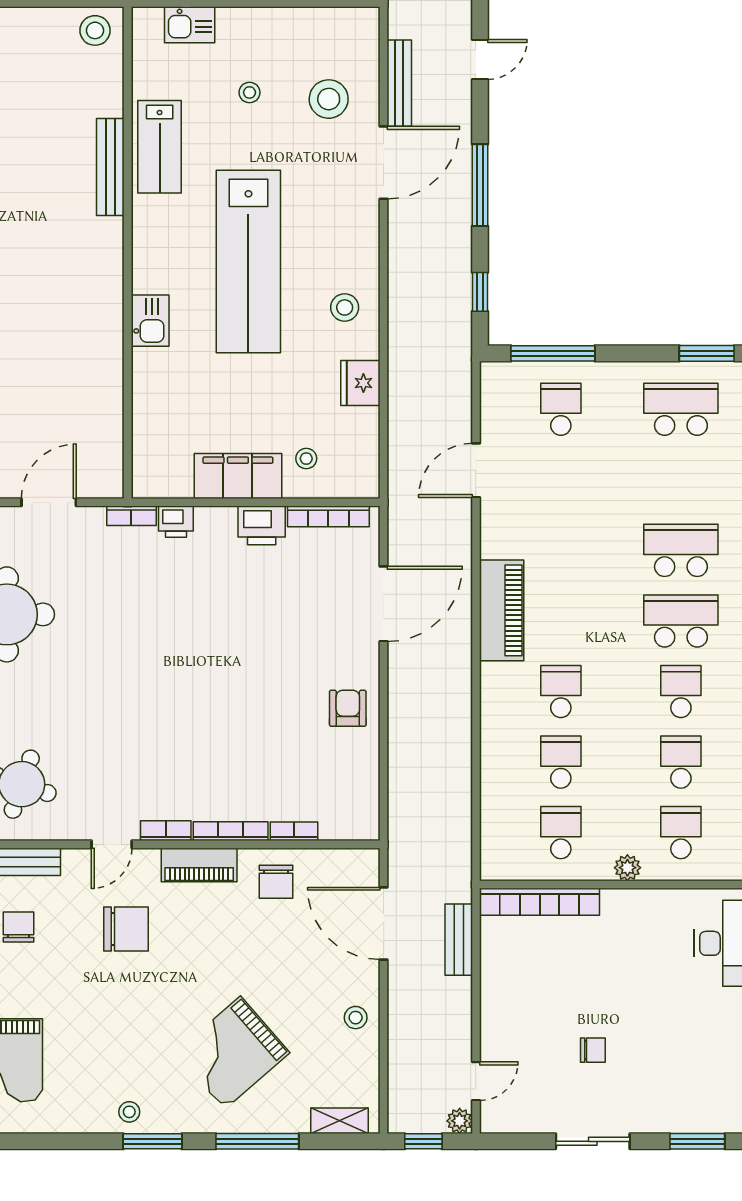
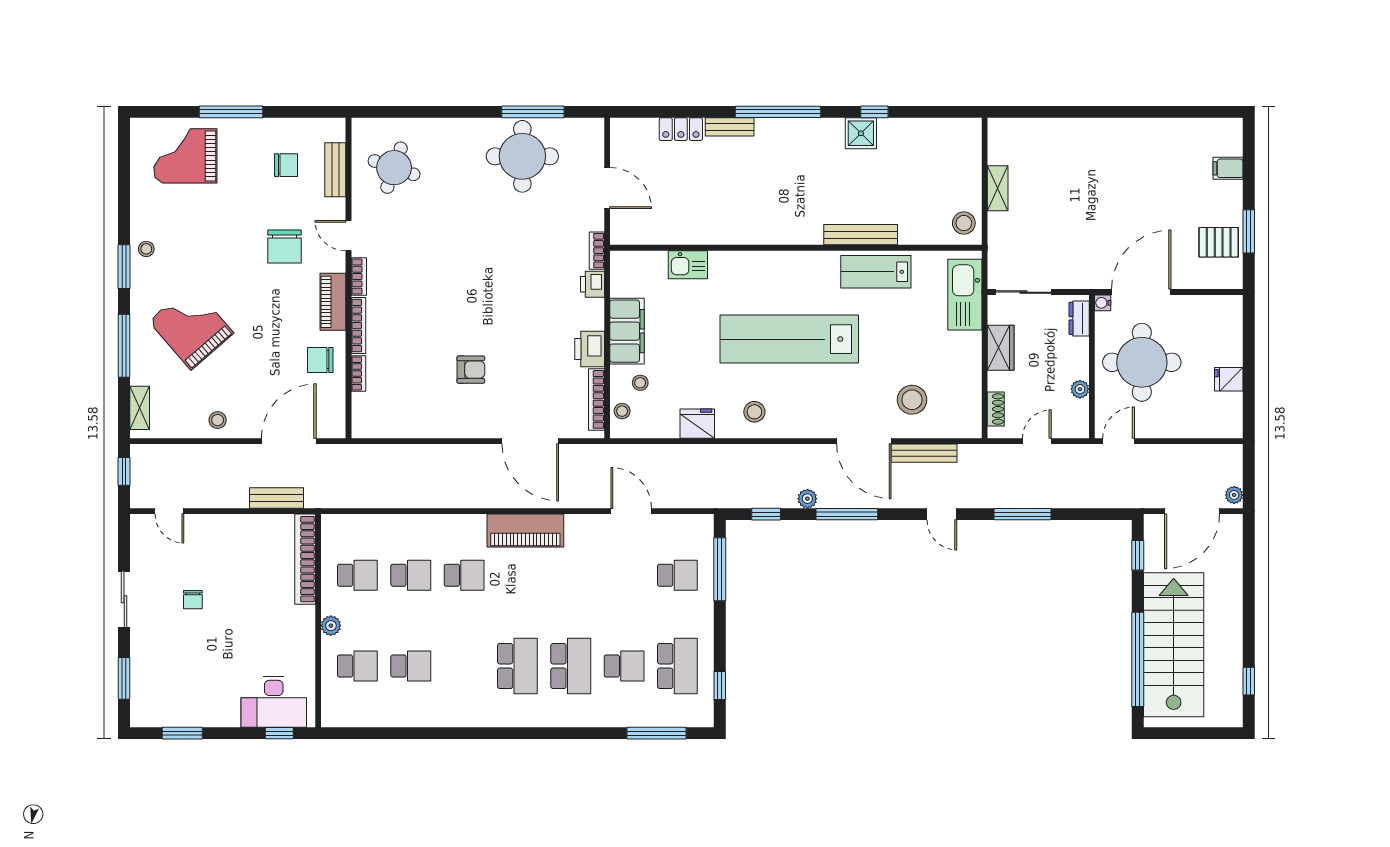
kitchen sink: (190, 25) -> (965, 295), width x1.87, depth x1.24
stool: (250, 92) -> (622, 411), moved
kitchen sink: (150, 321) -> (688, 265), moved
window: (707, 353) -> (720, 686), width x0.67
school desk: (681, 692) -> (624, 666), moved
armchair: (348, 708) -> (471, 370), moved
plant: (460, 1121) -> (807, 499), moved

